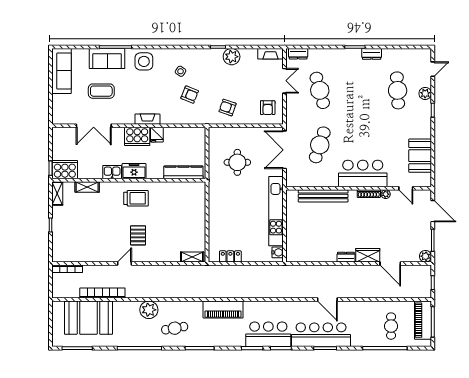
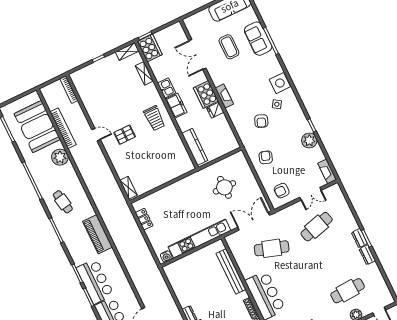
dresser: (298, 54) -> (359, 238), moved
side table: (144, 61) -> (280, 83), moved
plant: (149, 310) -> (60, 157), moved

